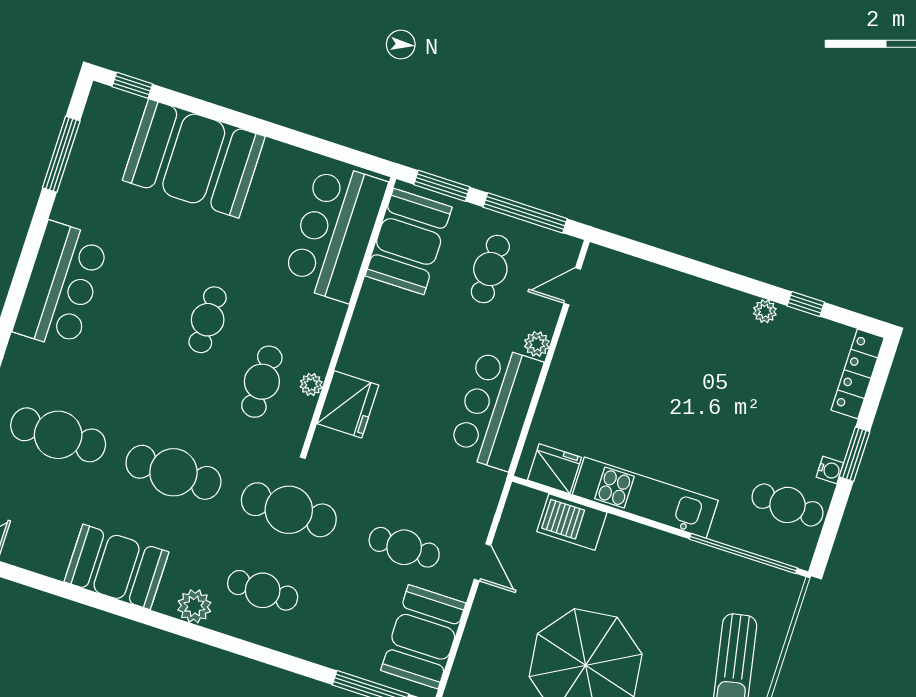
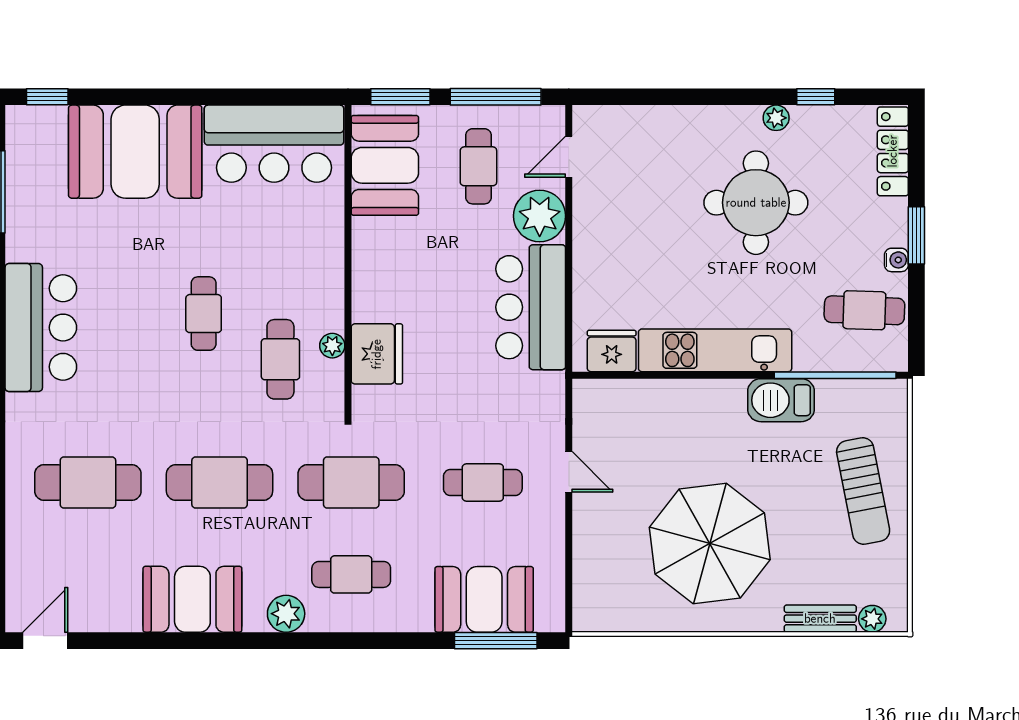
bar counter: (335, 232) -> (274, 144), moved, turned -90
plant: (537, 344) -> (540, 216), width x1.88, depth x1.88
round table: (723, 380) -> (756, 203), added
barbecue: (572, 522) -> (781, 400), moved
booth: (423, 637) -> (484, 599), moved, turned 90

